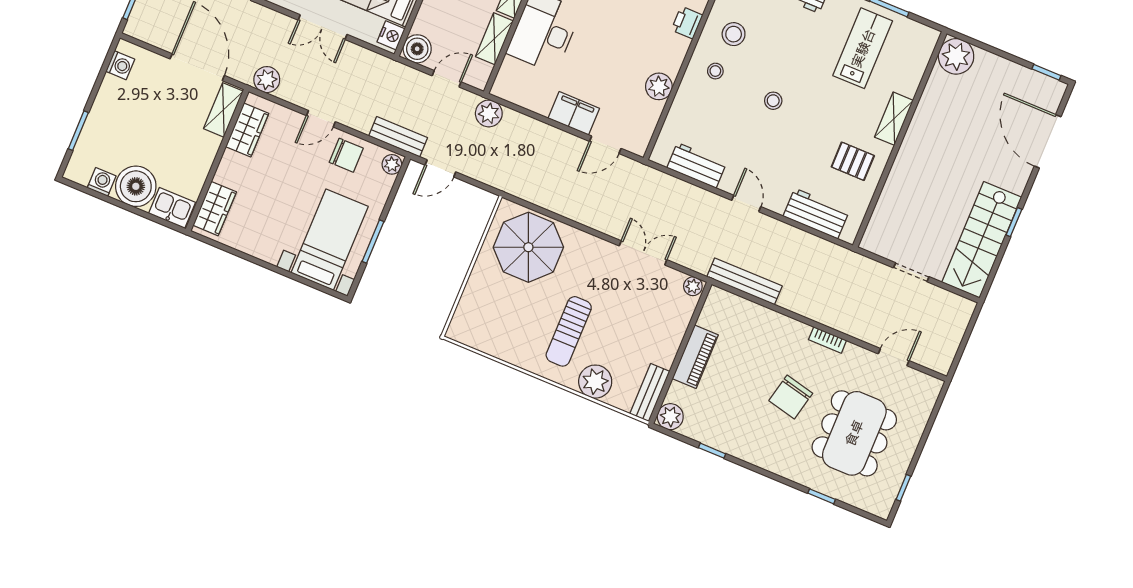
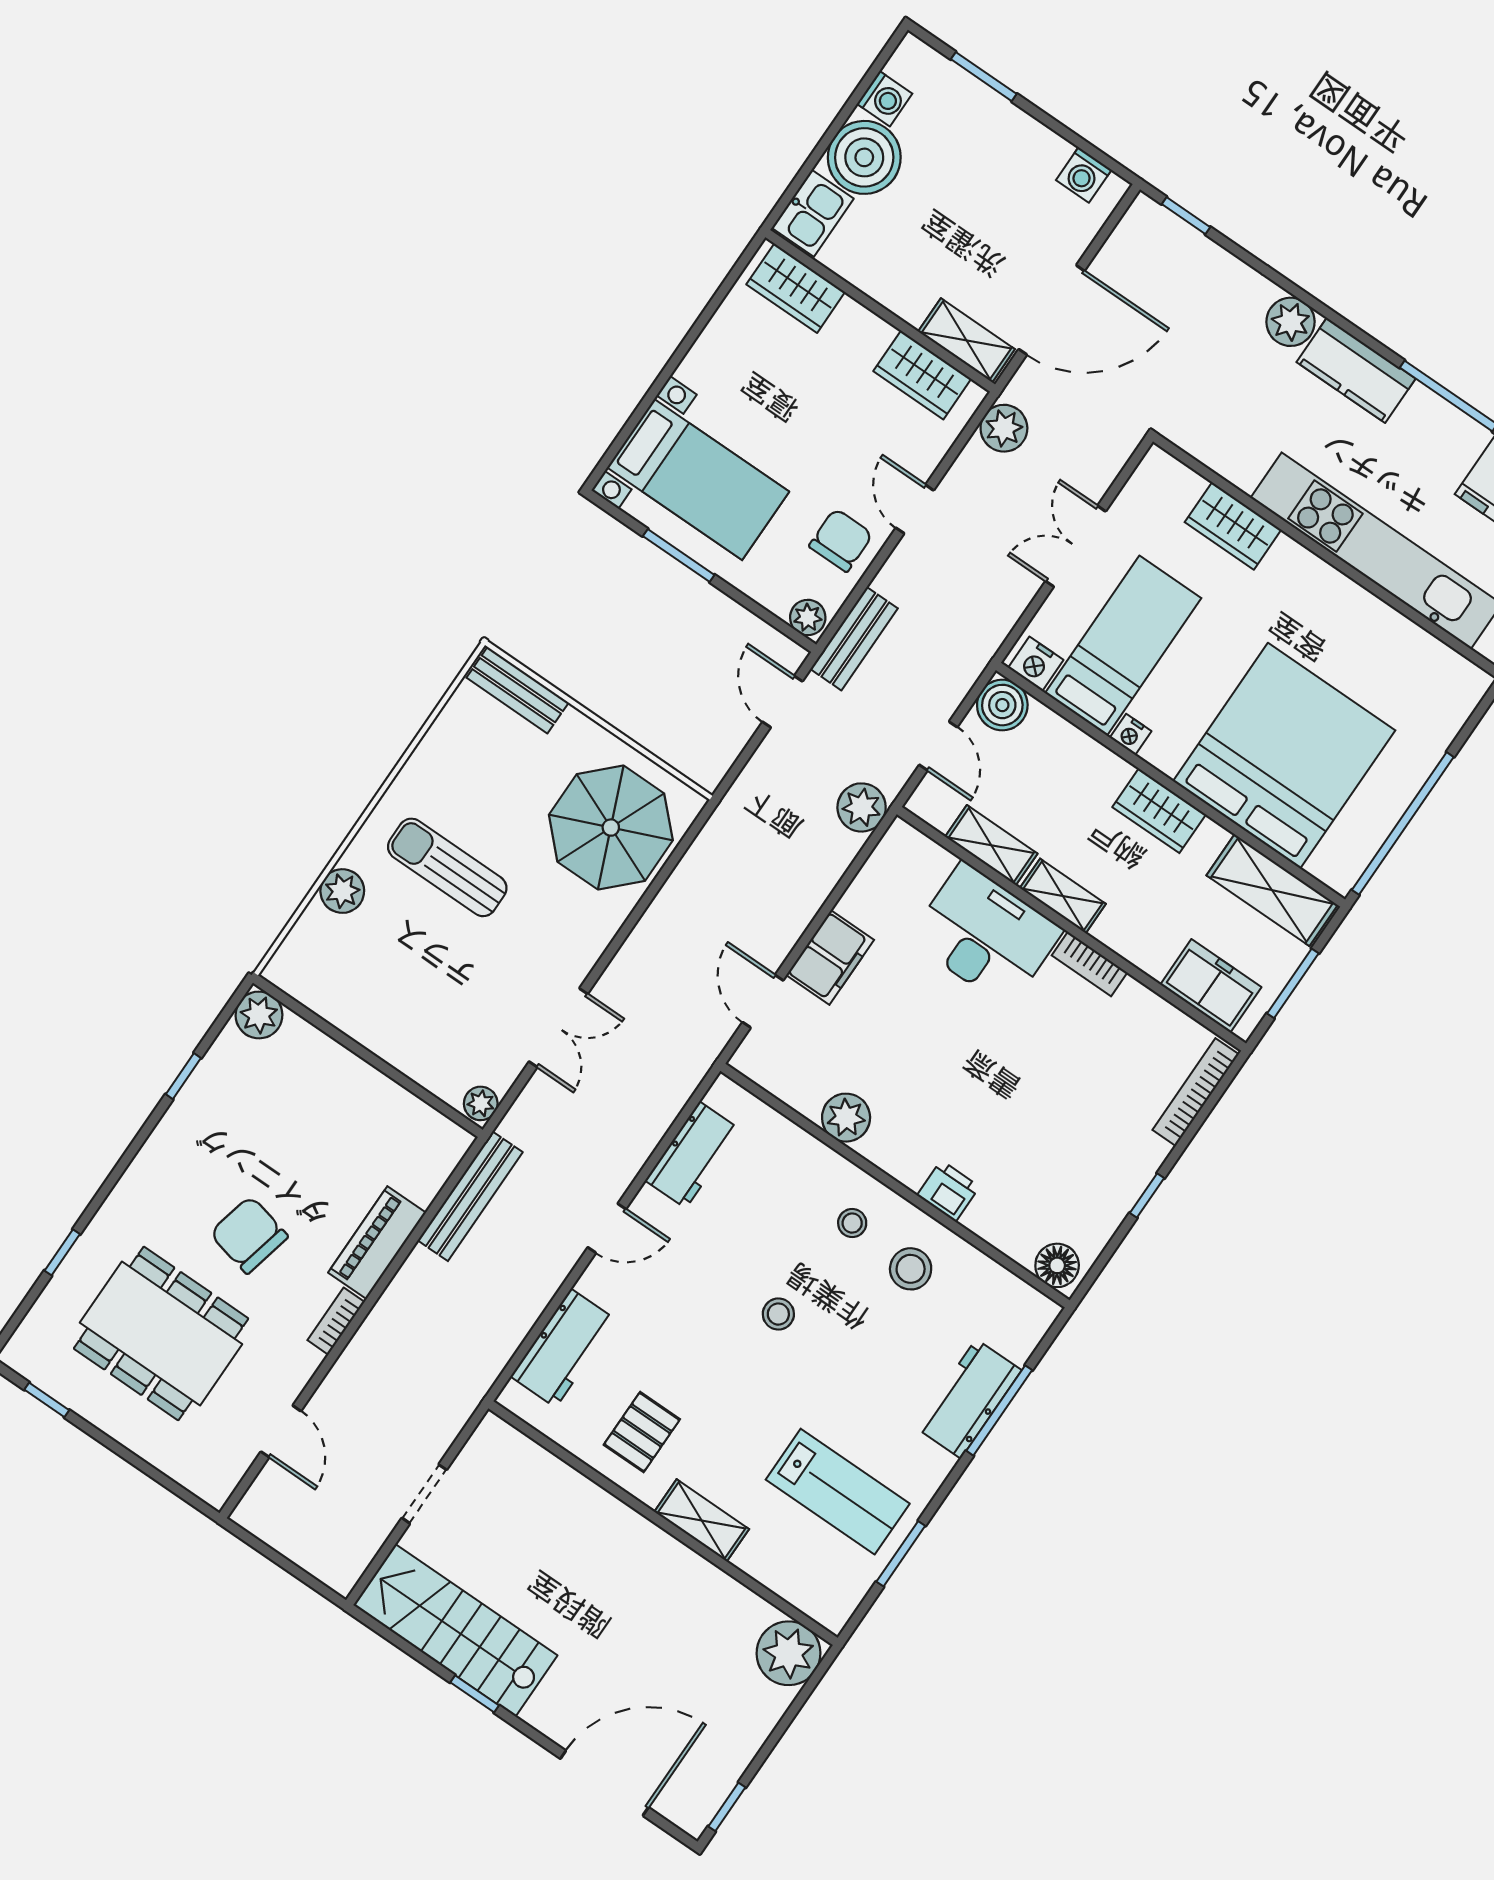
chair: (346, 155) -> (841, 540), turned 180
piano: (695, 357) -> (377, 1243), moved, turned 90
plant: (595, 382) -> (342, 891), width x0.73, depth x0.73
bench: (650, 393) -> (518, 690), moved

